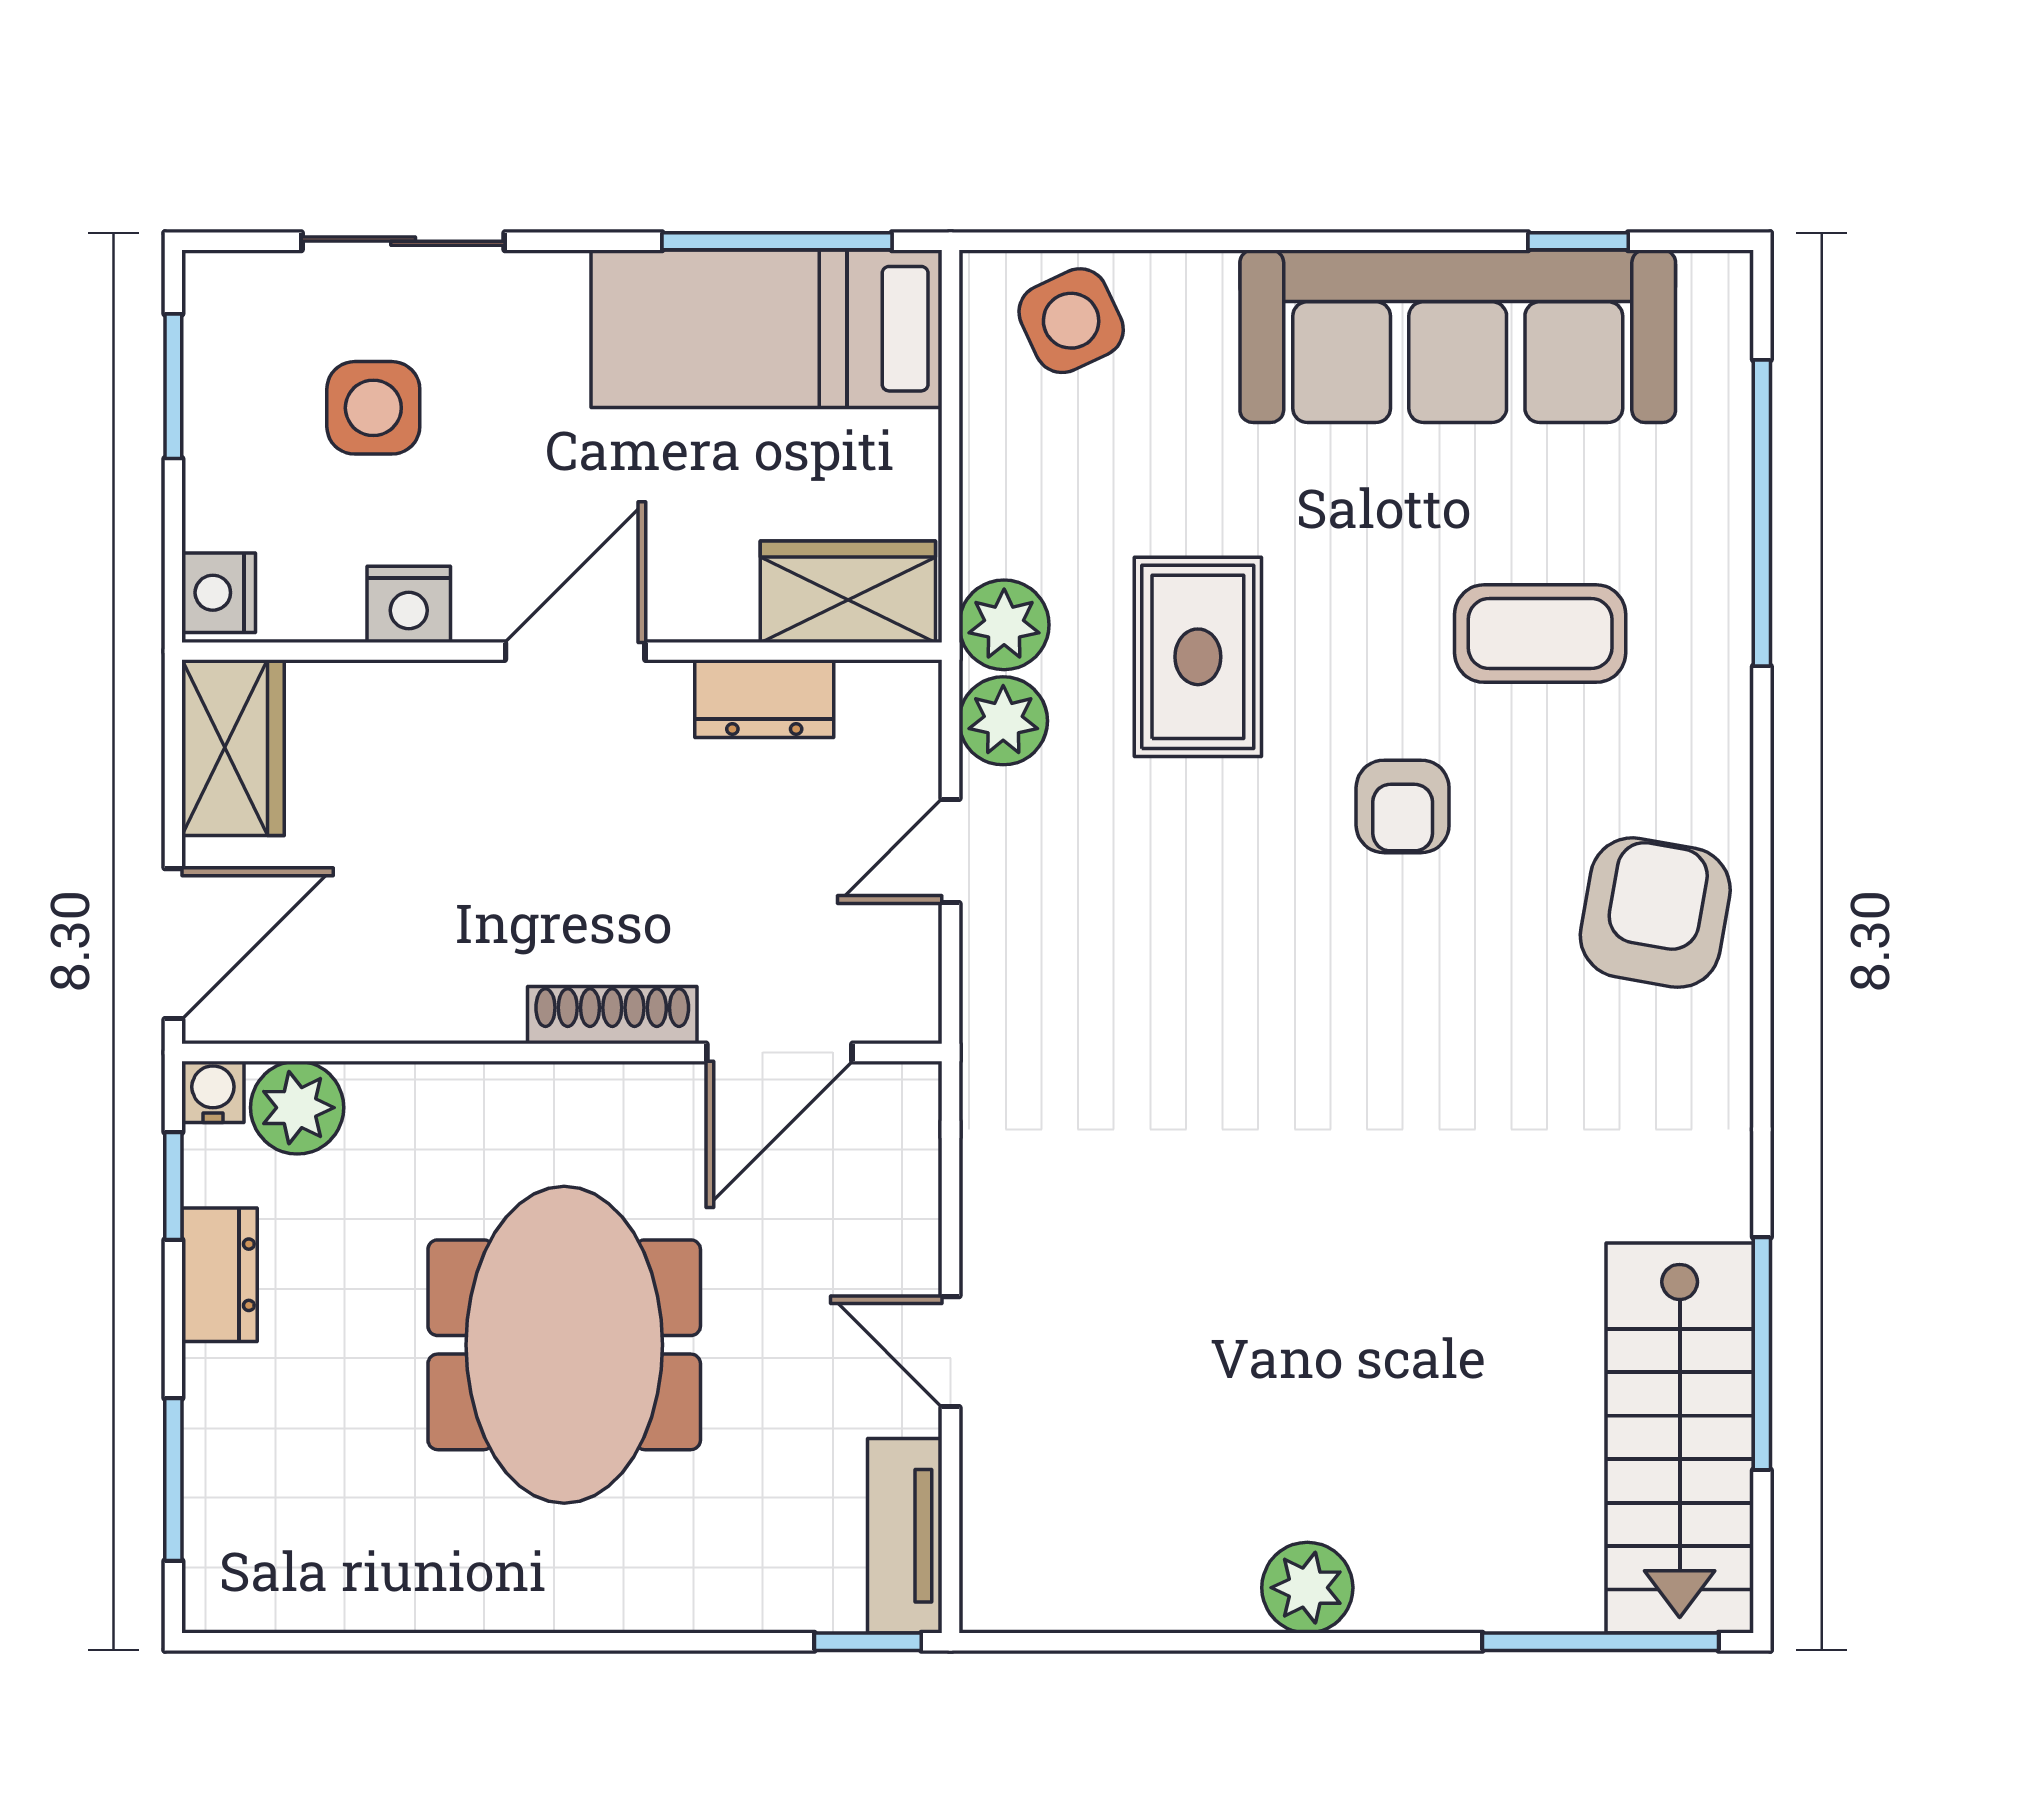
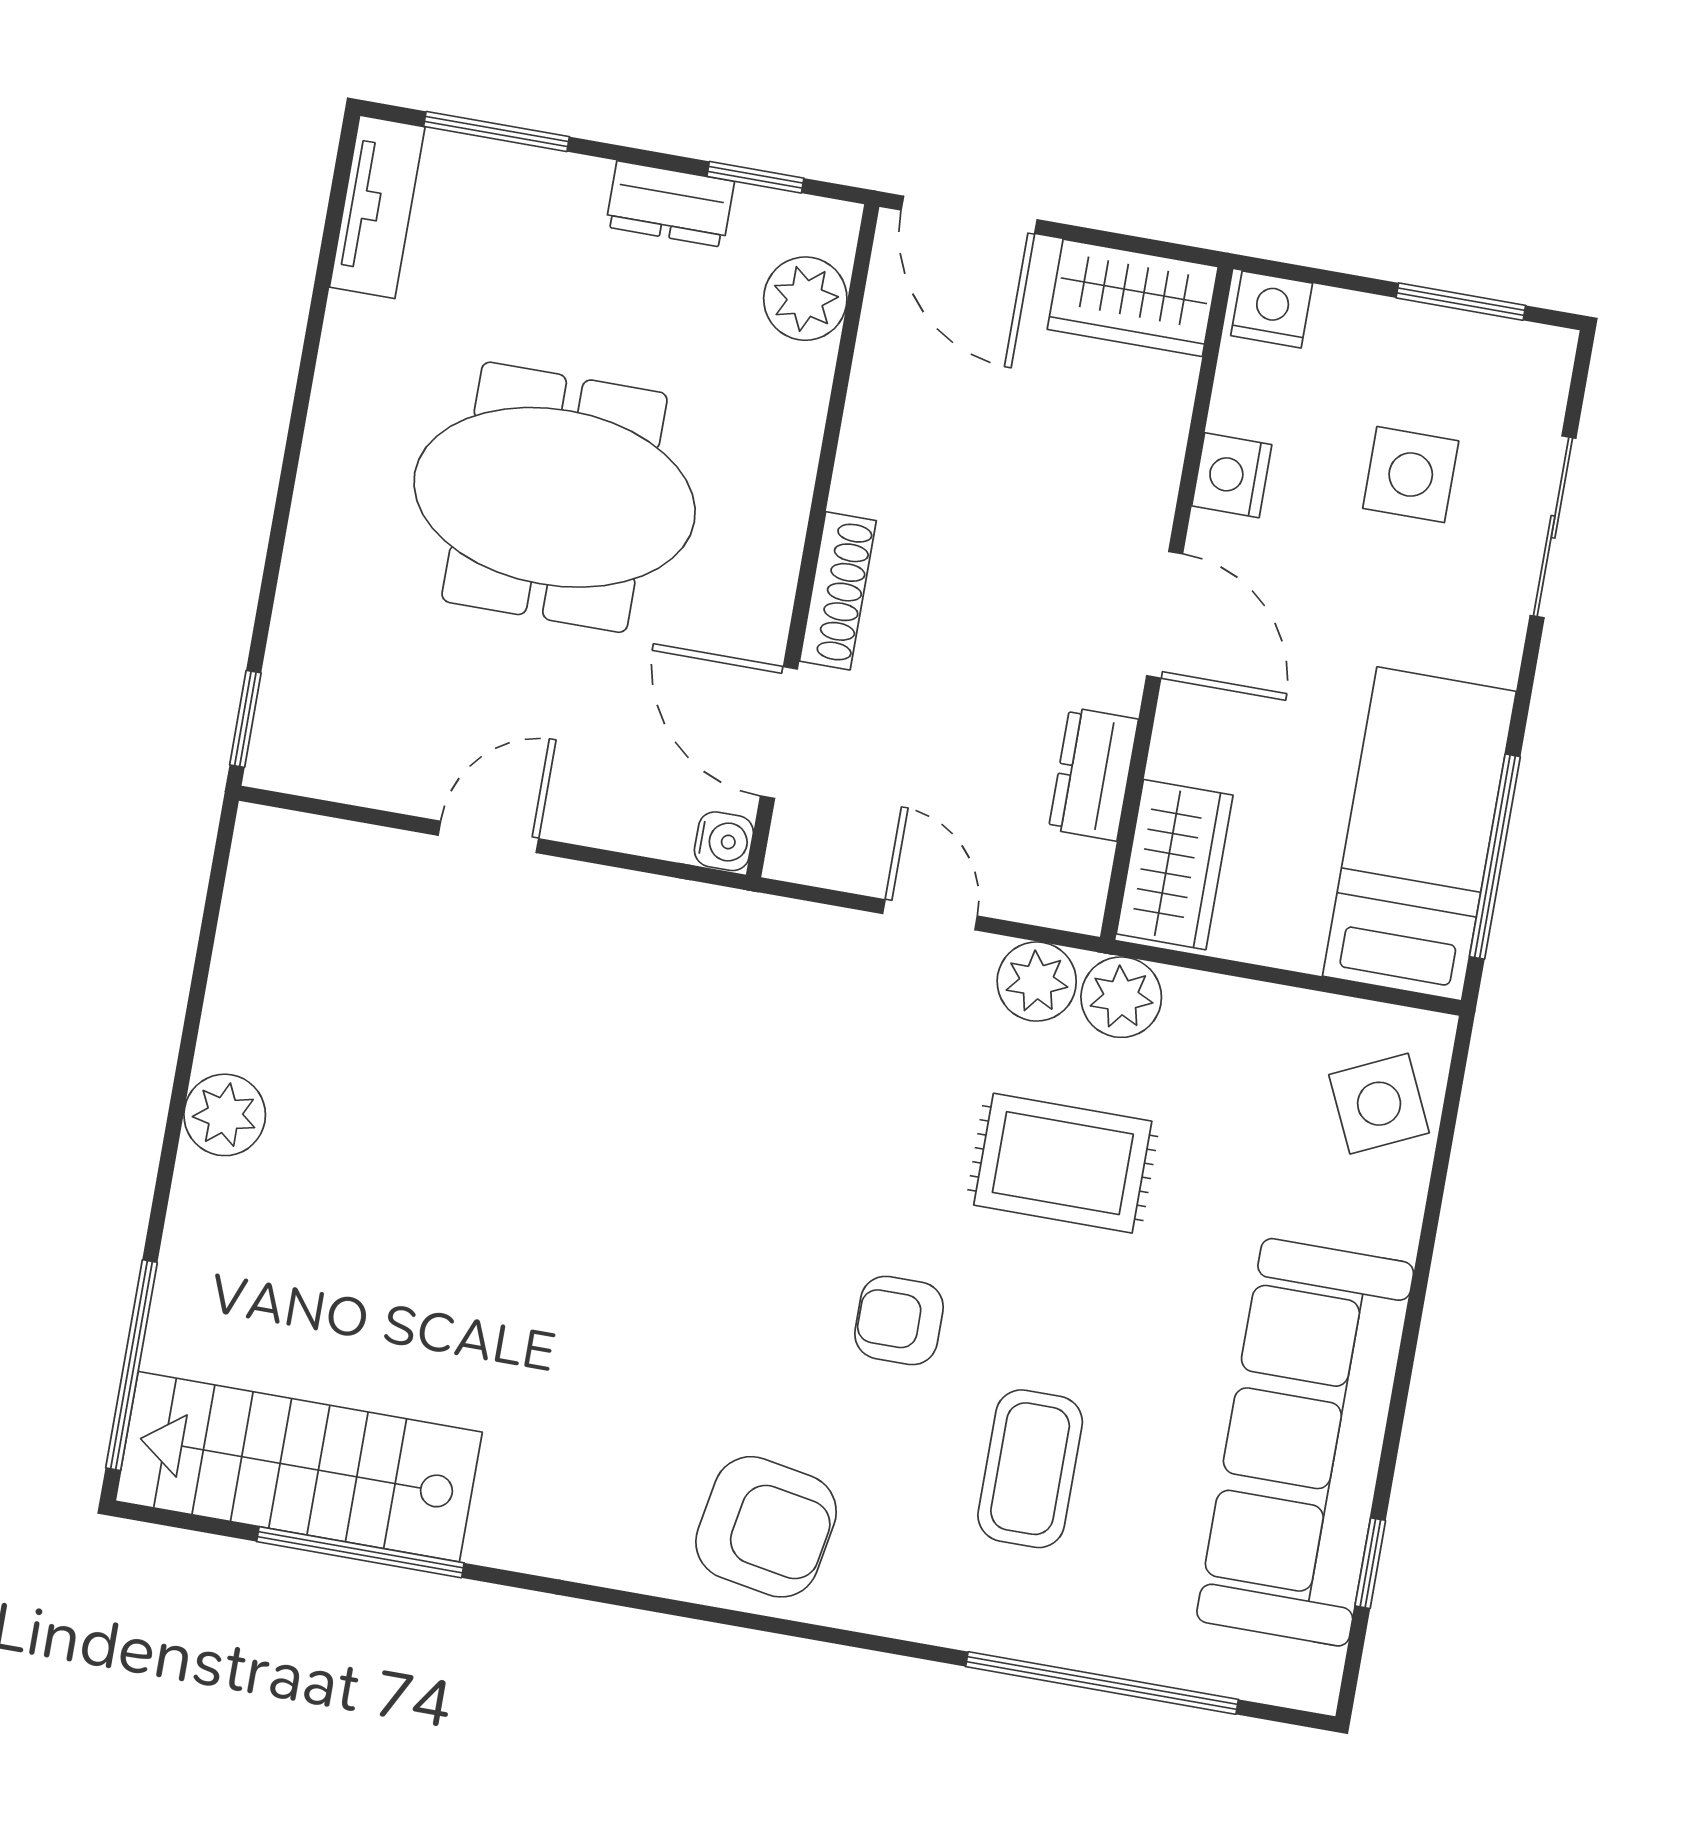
water cooler: (213, 1092) -> (724, 841), moved
tv unit: (905, 1536) -> (377, 207), moved, turned 90

